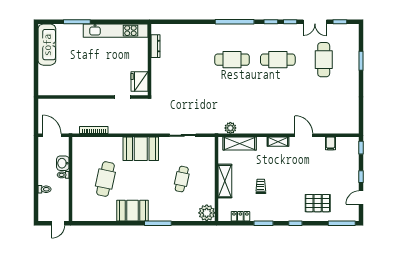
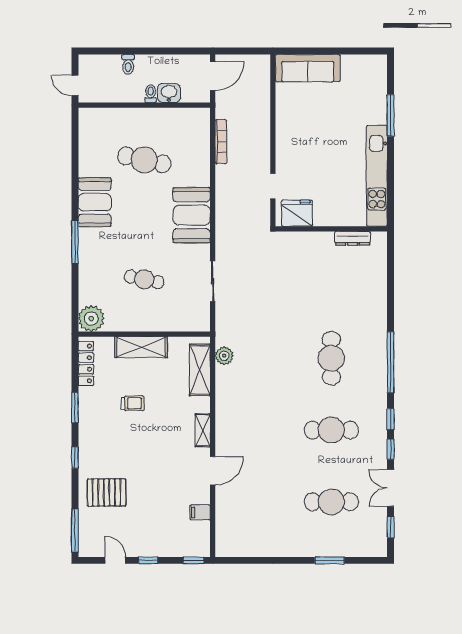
sofa: (47, 45) -> (308, 68), moved
cafe table: (278, 60) -> (331, 430), turned 90
pallet: (318, 203) -> (107, 492), turned 90
locker: (240, 216) -> (86, 363), width x1.53

